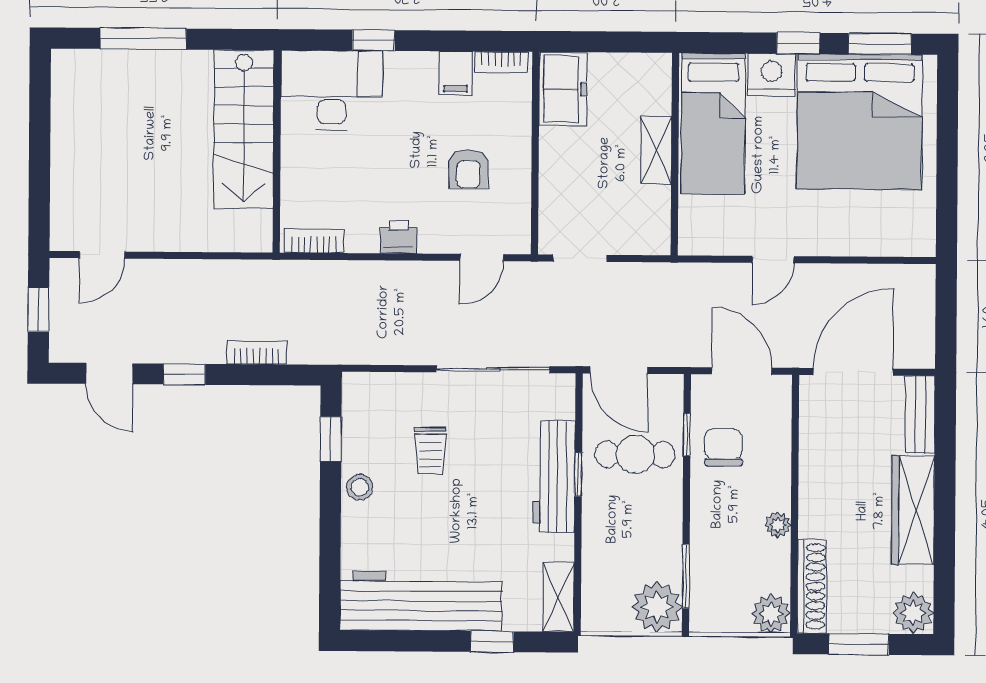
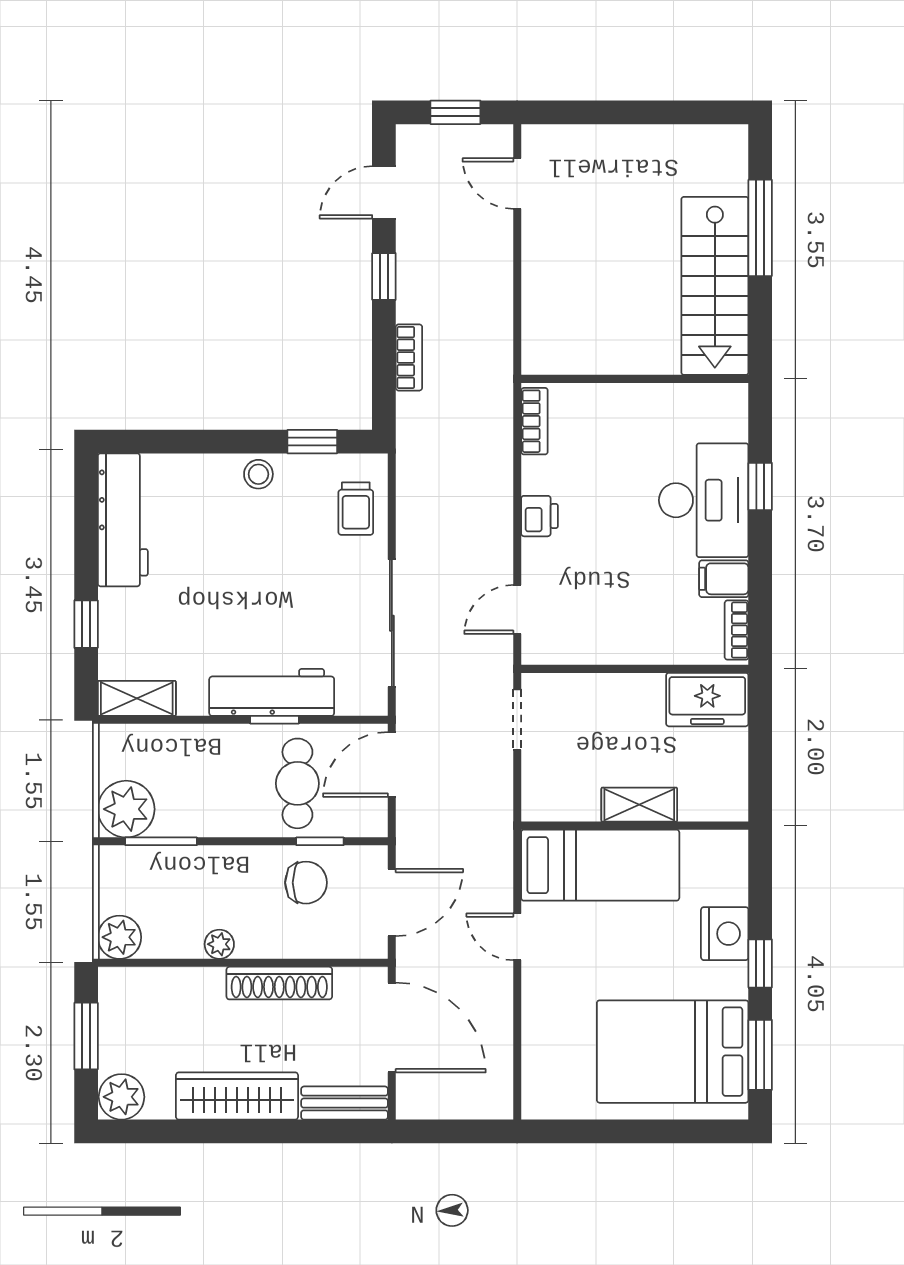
desk: (332, 90) -> (704, 500), moved
bed: (860, 122) -> (673, 1052), width x0.73
bed: (713, 124) -> (600, 865), moved, turned 180
stairs: (244, 129) -> (715, 286), moved, turned -90
armchair: (468, 169) -> (617, 594), removed
door: (482, 258) -> (517, 609), hinge flipped
trolley: (430, 451) -> (356, 509), moved, turned -90
shoe rack: (812, 586) -> (279, 983), moved
workbench: (421, 601) -> (123, 520), width x0.73, depth x0.76

